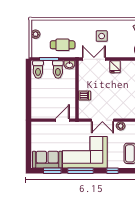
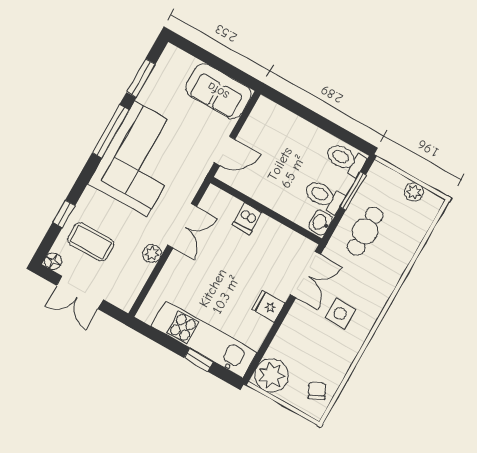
door: (62, 120) -> (225, 151), hinge flipped
double door: (102, 120) -> (182, 226), swing flipped
sofa: (47, 160) -> (218, 91), moved, turned 90
window: (113, 171) -> (64, 214), moved

